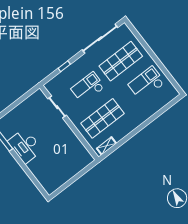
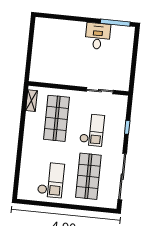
desk: (25, 146) -> (98, 36), width x0.73

